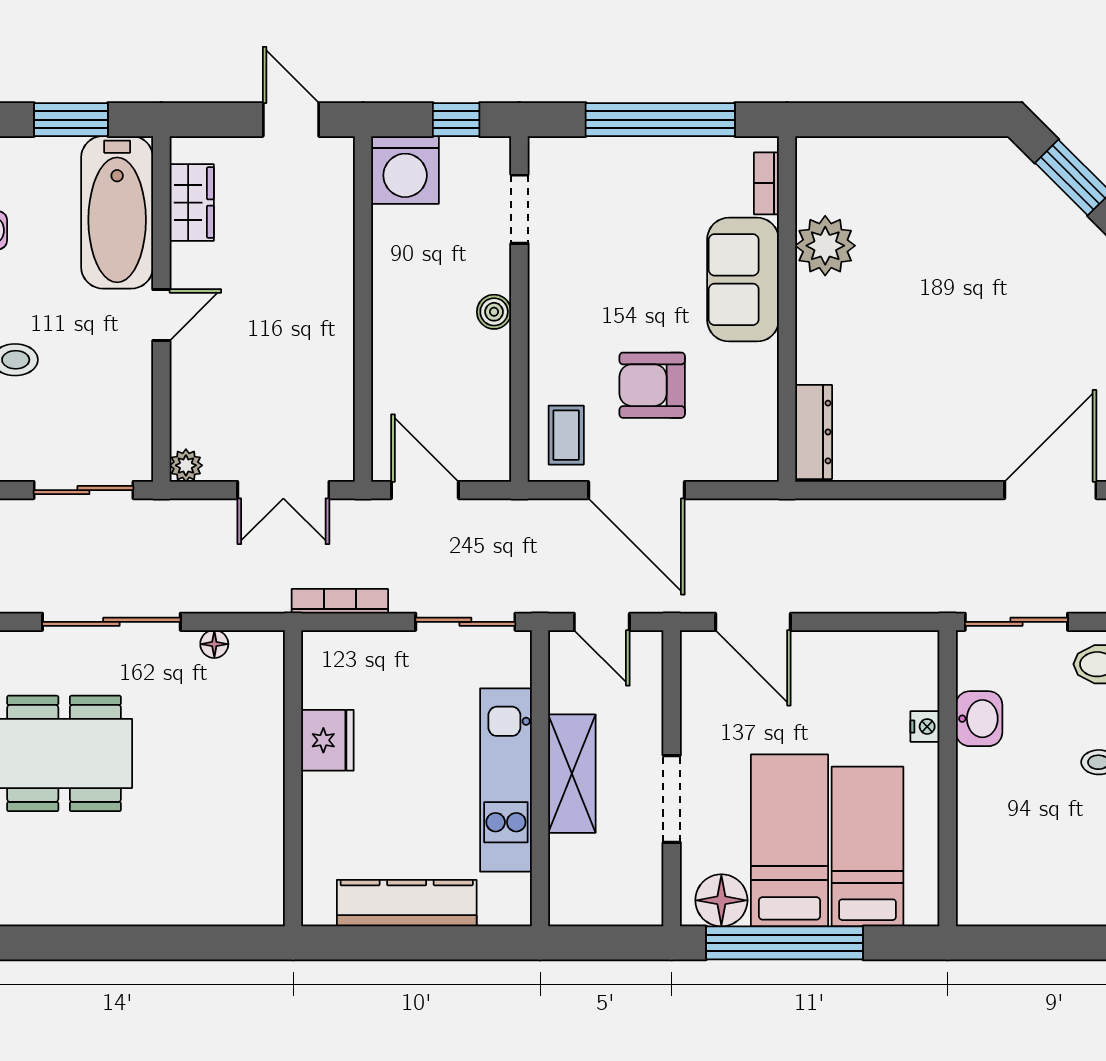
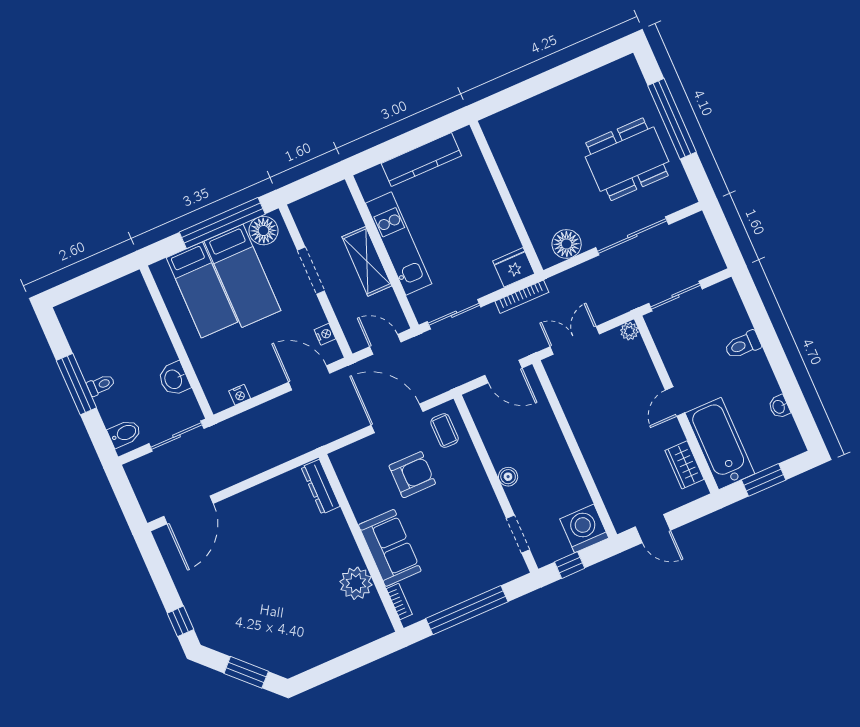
floor lamp: (214, 644) -> (567, 244), width x1.89, depth x1.89
nightstand: (695, 683) -> (325, 334), added
nightstand: (925, 727) -> (240, 395), moved, turned -90
fridge: (327, 740) -> (514, 267), moved, turned 90

